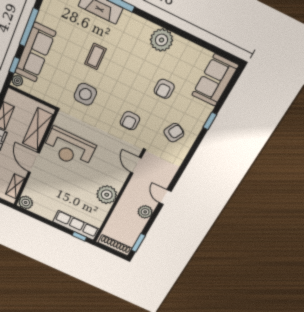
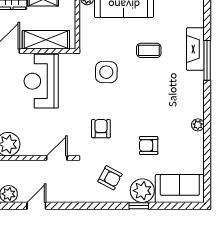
plant: (161, 40) -> (198, 125), width x0.53, depth x0.53
coffee table: (95, 56) -> (149, 50), moved
plant: (199, 112) -> (142, 191), added
armchair: (130, 121) -> (101, 129), turned 90

